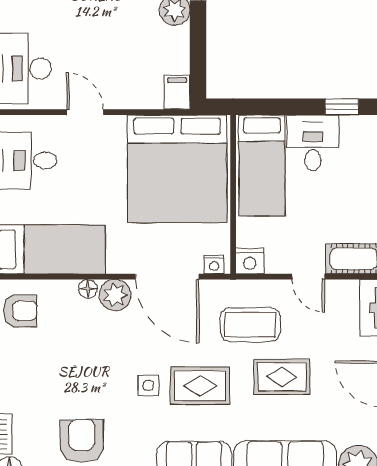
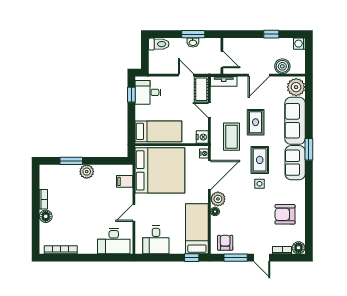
filing cabinet: (177, 92) -> (125, 181), moved
desk: (313, 143) -> (148, 92), moved
door: (308, 277) -> (209, 110), swing flipped

